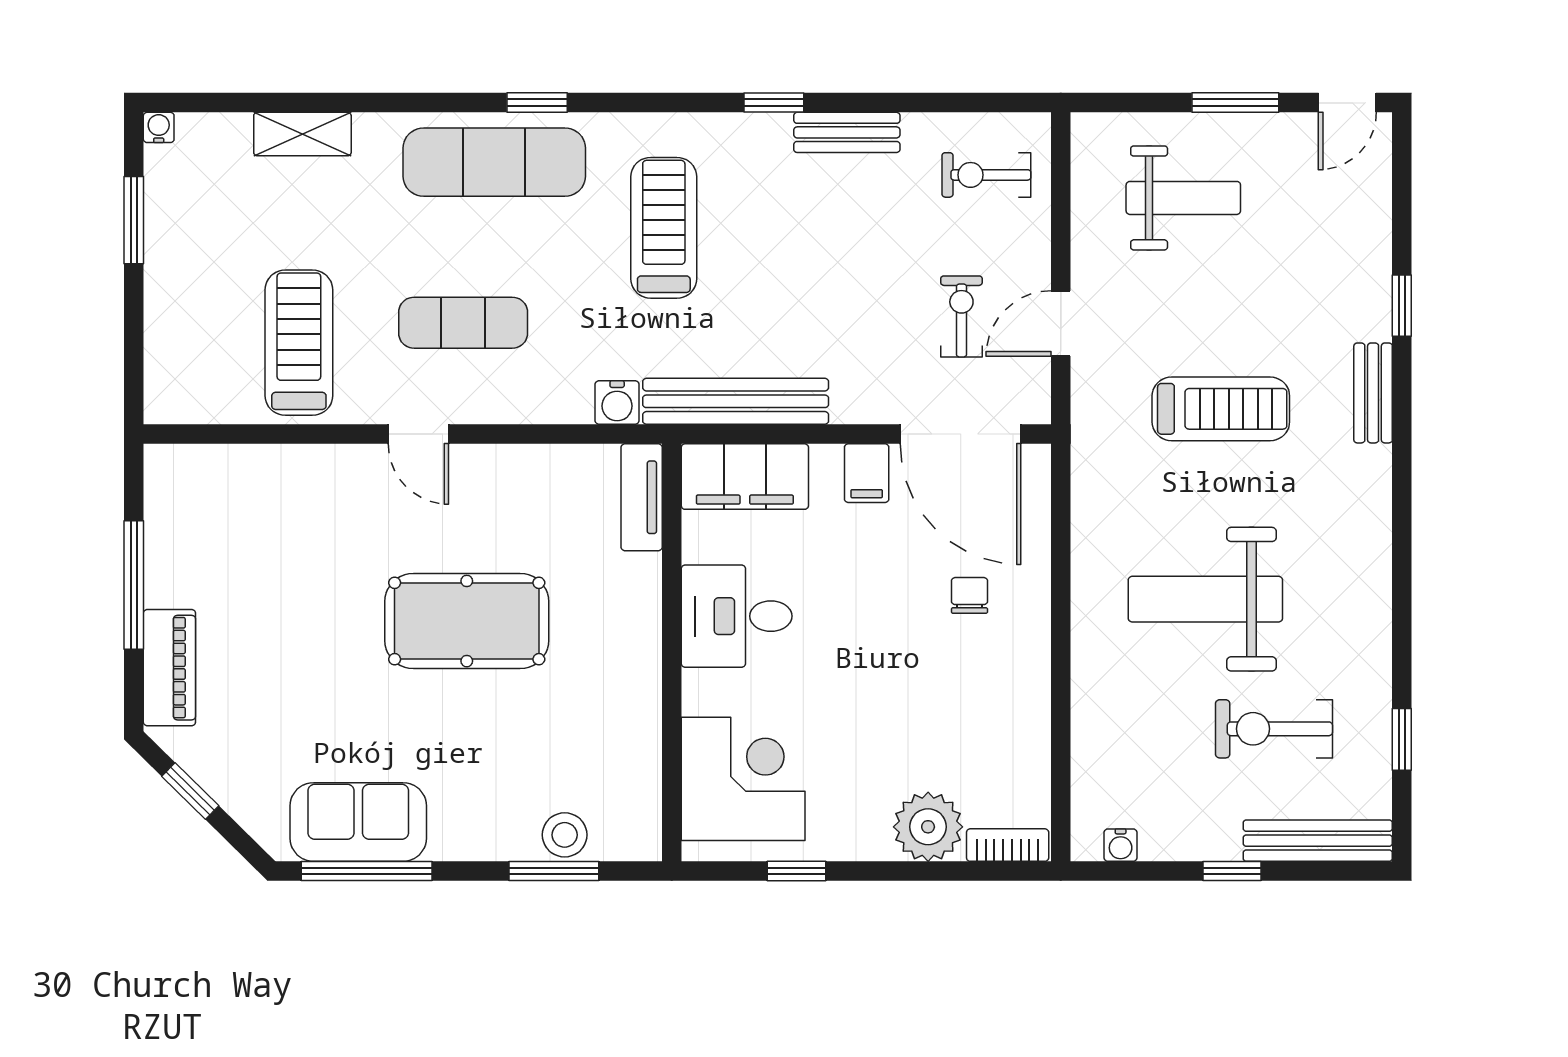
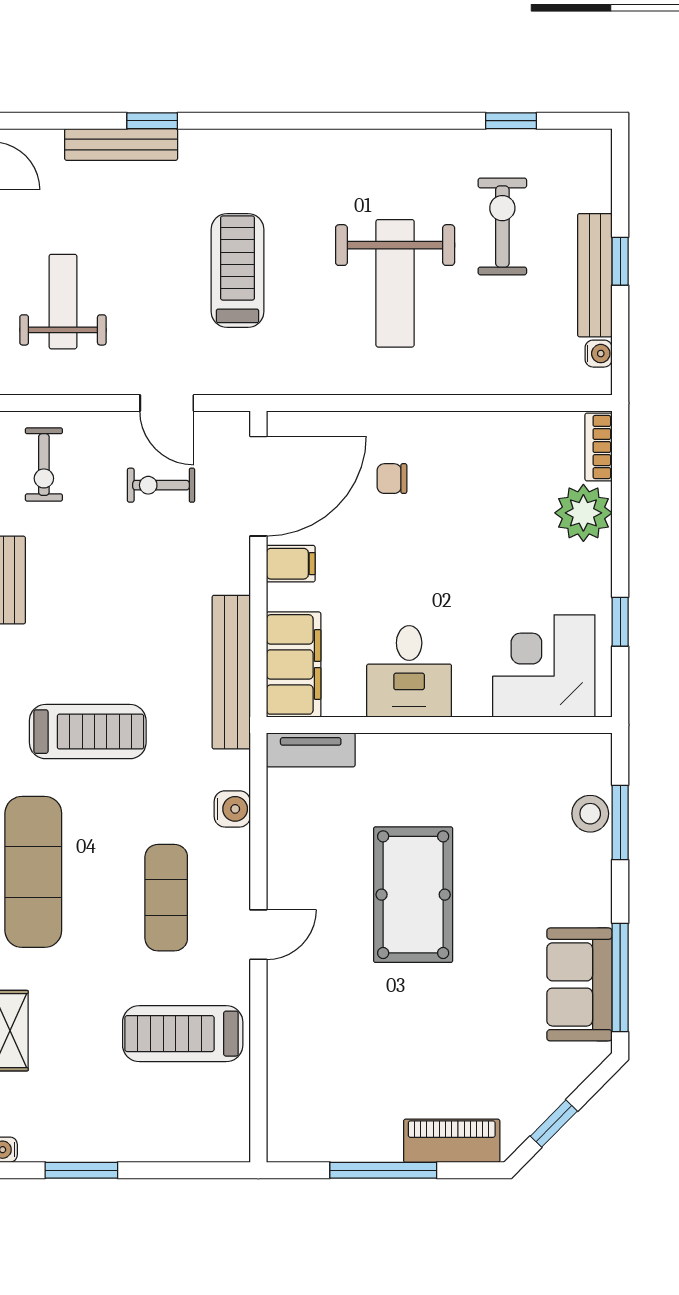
treadmill: (664, 228) -> (88, 732), turned 180
bench: (1373, 393) -> (121, 144), moved, width x1.36
water cooler: (617, 402) -> (232, 809), moved
exercise bike: (1274, 729) -> (502, 226), turned 180
bench: (1318, 841) -> (595, 275), moved

